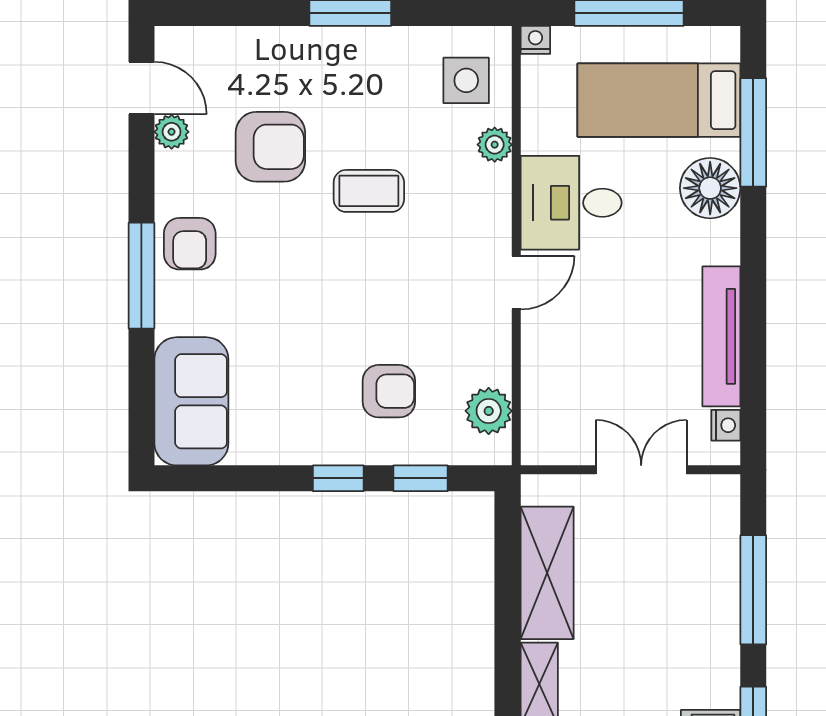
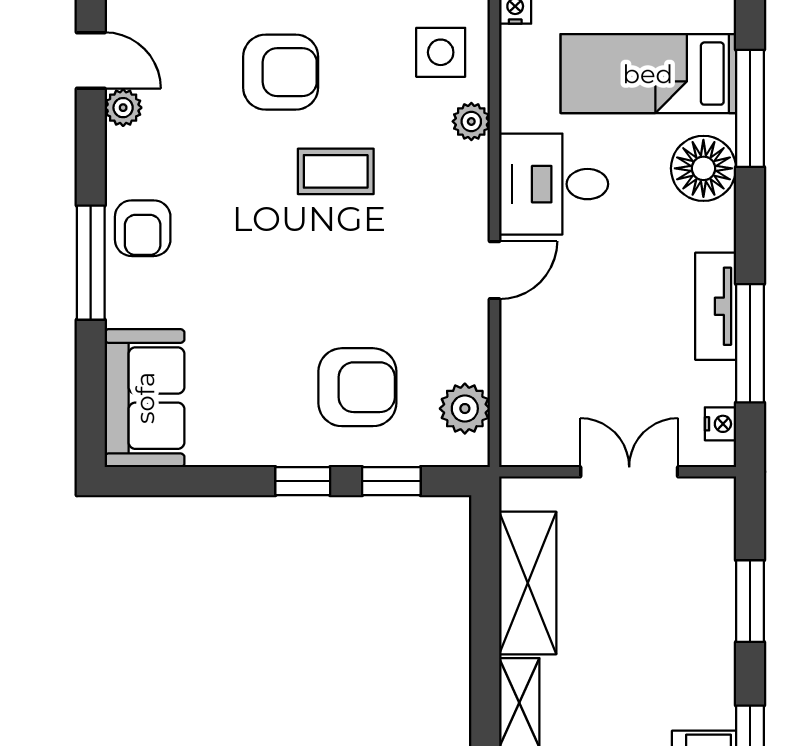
armchair: (270, 147) -> (281, 72), moved
tv unit: (721, 336) -> (716, 306), width x0.71
window: (753, 350) -> (750, 343), added
armchair: (389, 391) -> (357, 387), width x1.38, depth x1.38
window: (753, 590) -> (750, 601), width x0.69

